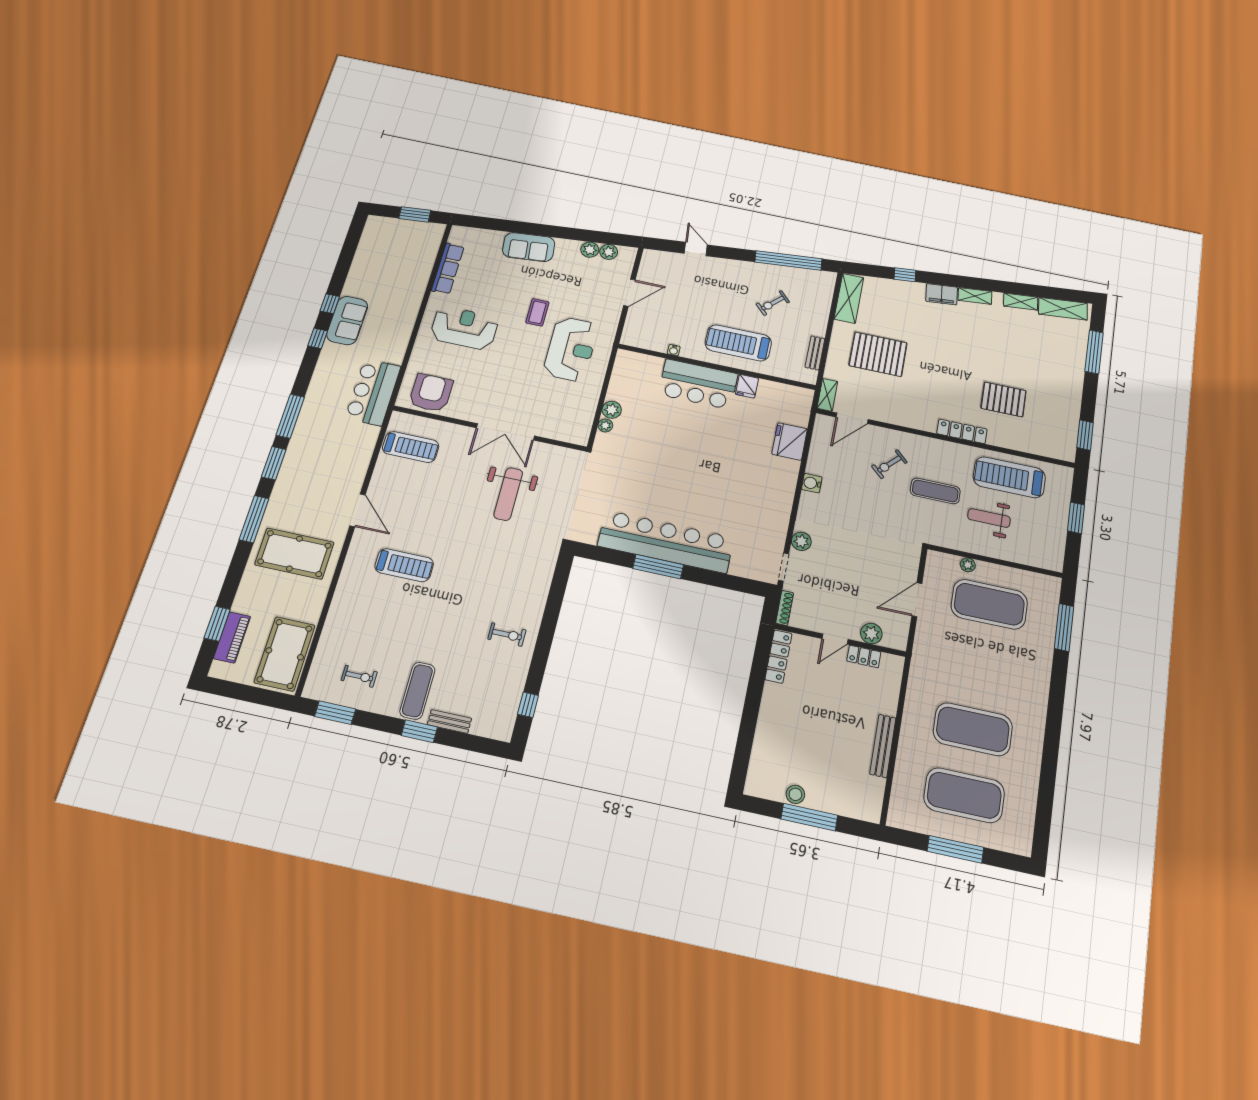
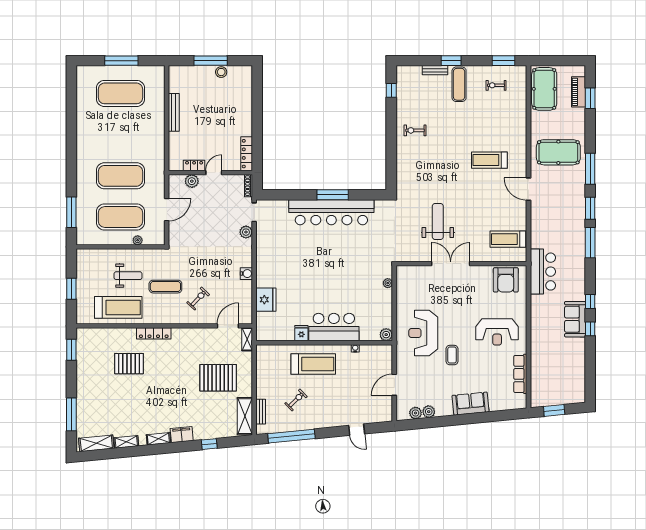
bench: (815, 353) -> (261, 412), moved
plant: (612, 410) -> (386, 335), moved
exercise mat: (973, 729) -> (121, 176), moved

